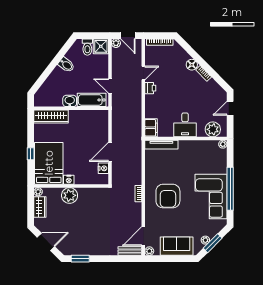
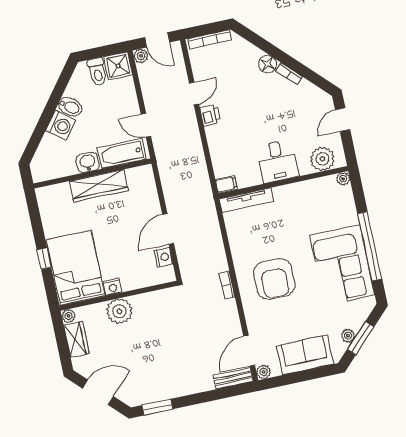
washing machine: (58, 75) -> (60, 125), added
wardrobe: (51, 117) -> (99, 186), moved
filing cabinet: (151, 128) -> (226, 184), width x0.50

